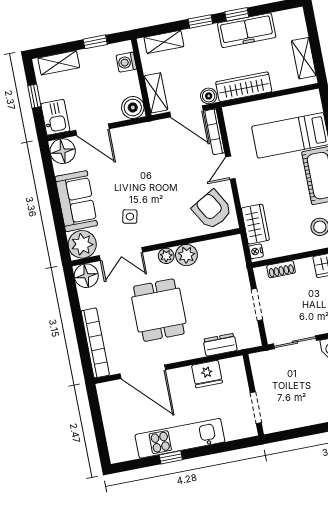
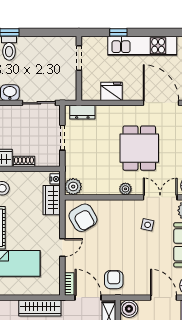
boiler: (209, 96) -> (68, 306), removed
bookcase: (215, 132) -> (69, 284), width x0.64
armchair: (159, 140) -> (114, 280), added
plant: (186, 255) -> (73, 187), moved
shoe rack: (281, 269) -> (24, 161), moved
dresser: (220, 345) -> (82, 112), moved
window: (171, 457) -> (118, 32), moved

